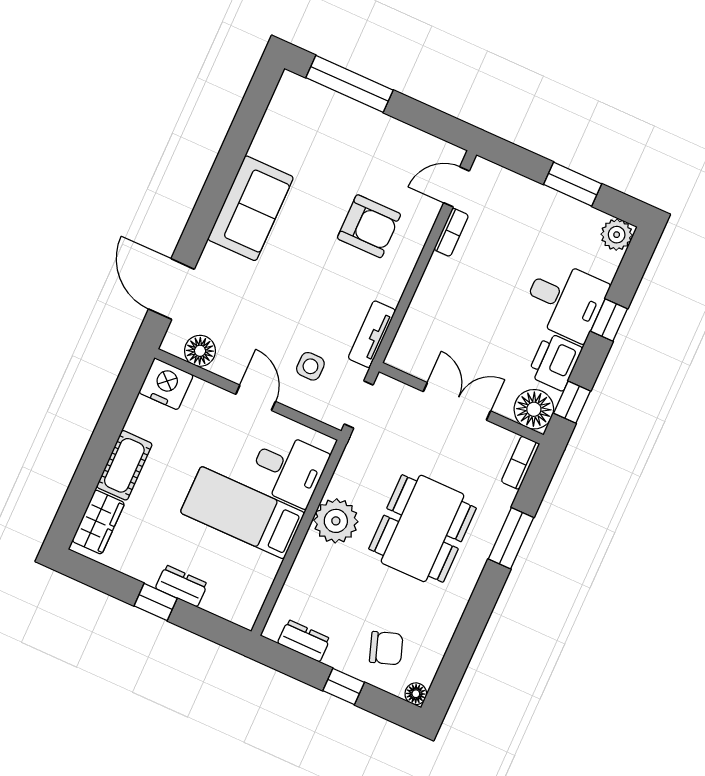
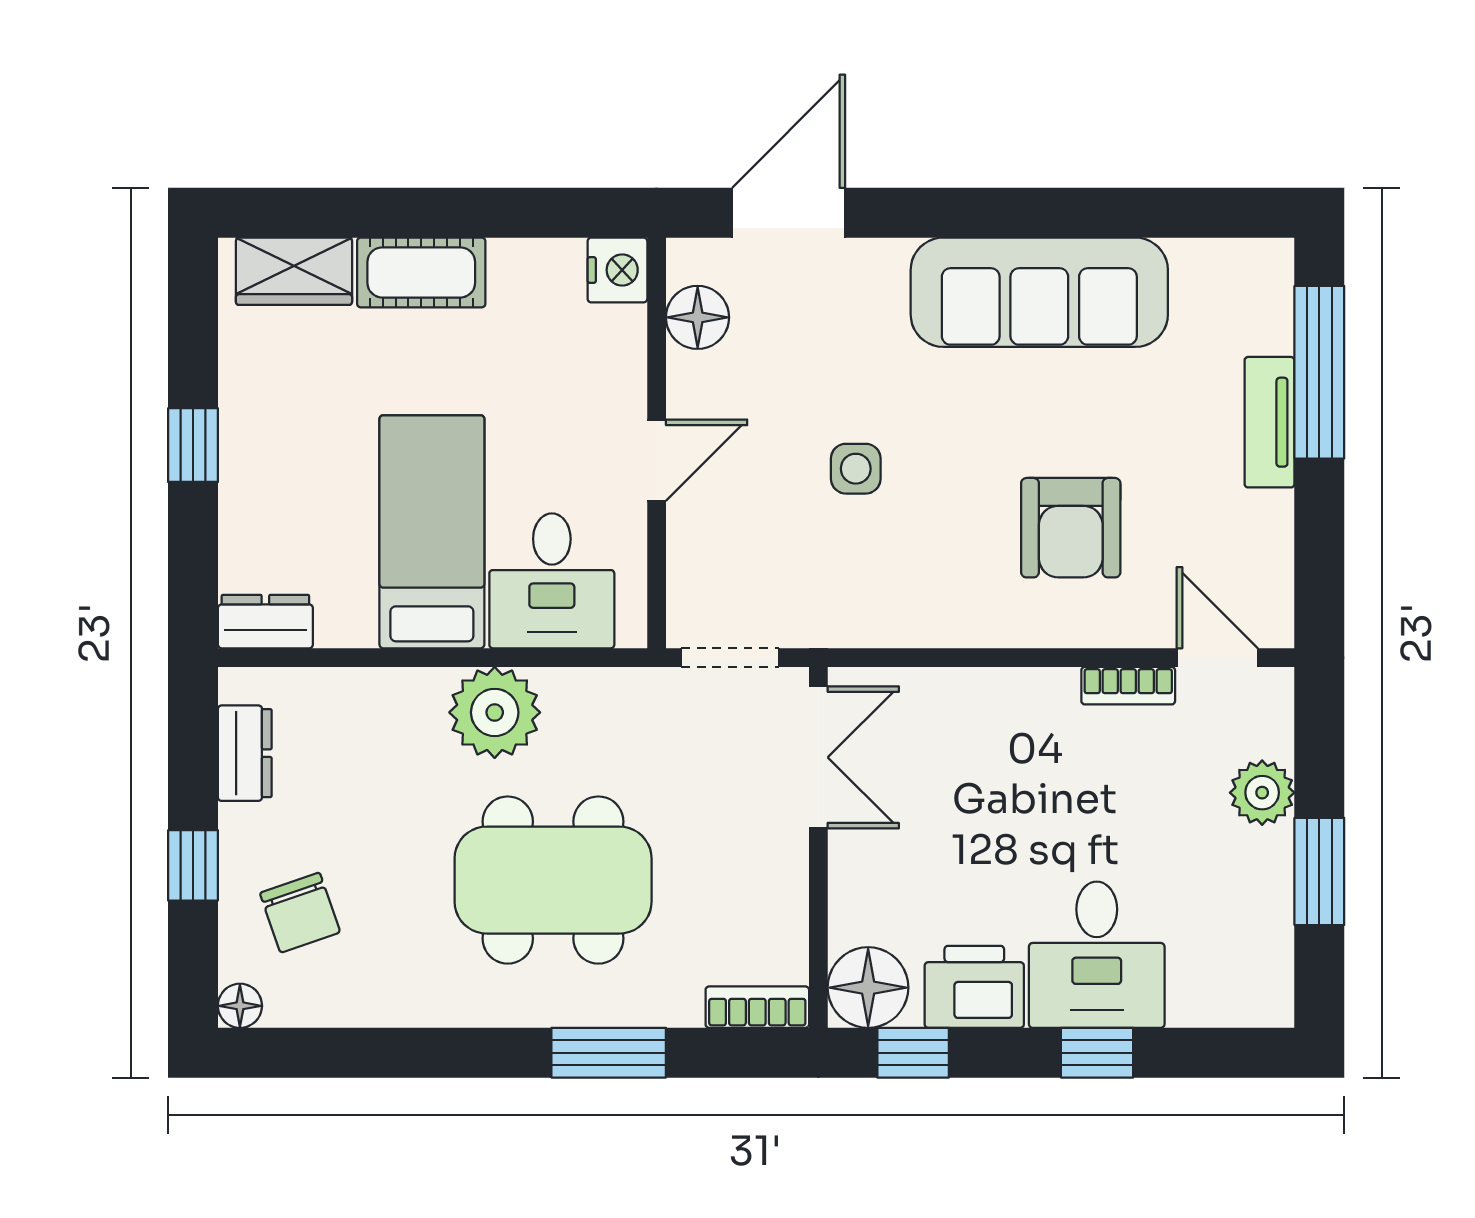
sofa: (251, 208) -> (1039, 292), width x1.36
plant: (617, 235) -> (1262, 793), moved
tv unit: (372, 334) -> (1269, 422), moved, turned -90
side table: (310, 366) -> (856, 469), moved
nightstand: (166, 384) -> (617, 270), width x0.74, depth x0.75
double door: (457, 401) -> (818, 757), moved
dresser: (181, 586) -> (265, 622), moved, turned -90

